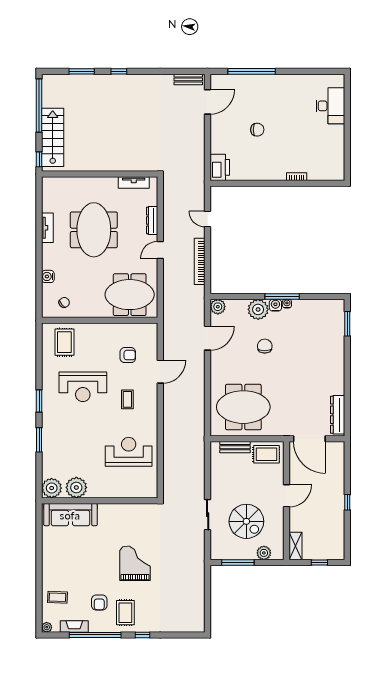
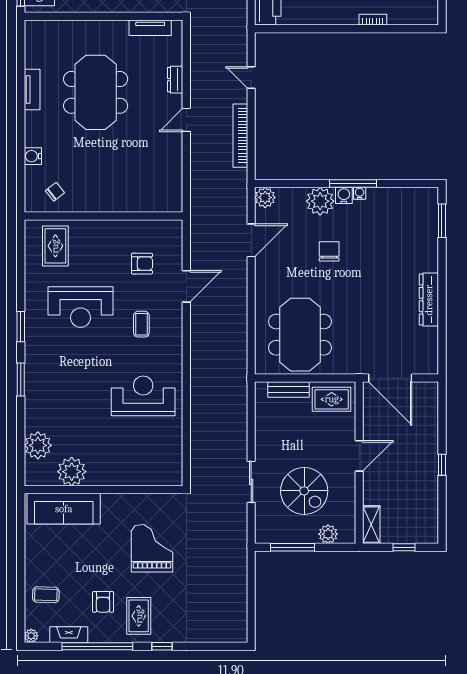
dresser: (152, 221) -> (175, 80), width x0.70
meeting table: (130, 295) -> (145, 181), removed
meeting table: (243, 407) -> (300, 335), turned 90
dresser: (338, 415) -> (429, 300), moved
plant: (76, 487) -> (72, 472), moved
wall: (100, 501) -> (103, 490), moved
sofa: (70, 515) -> (64, 509), moved

